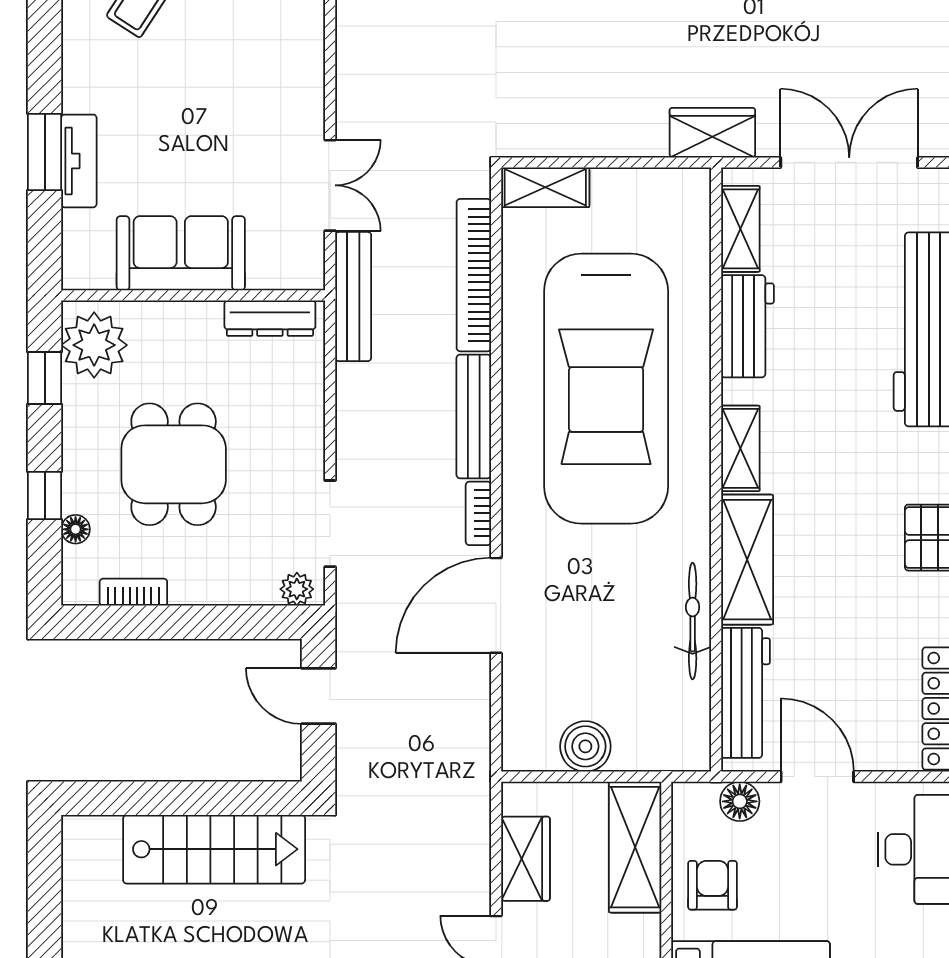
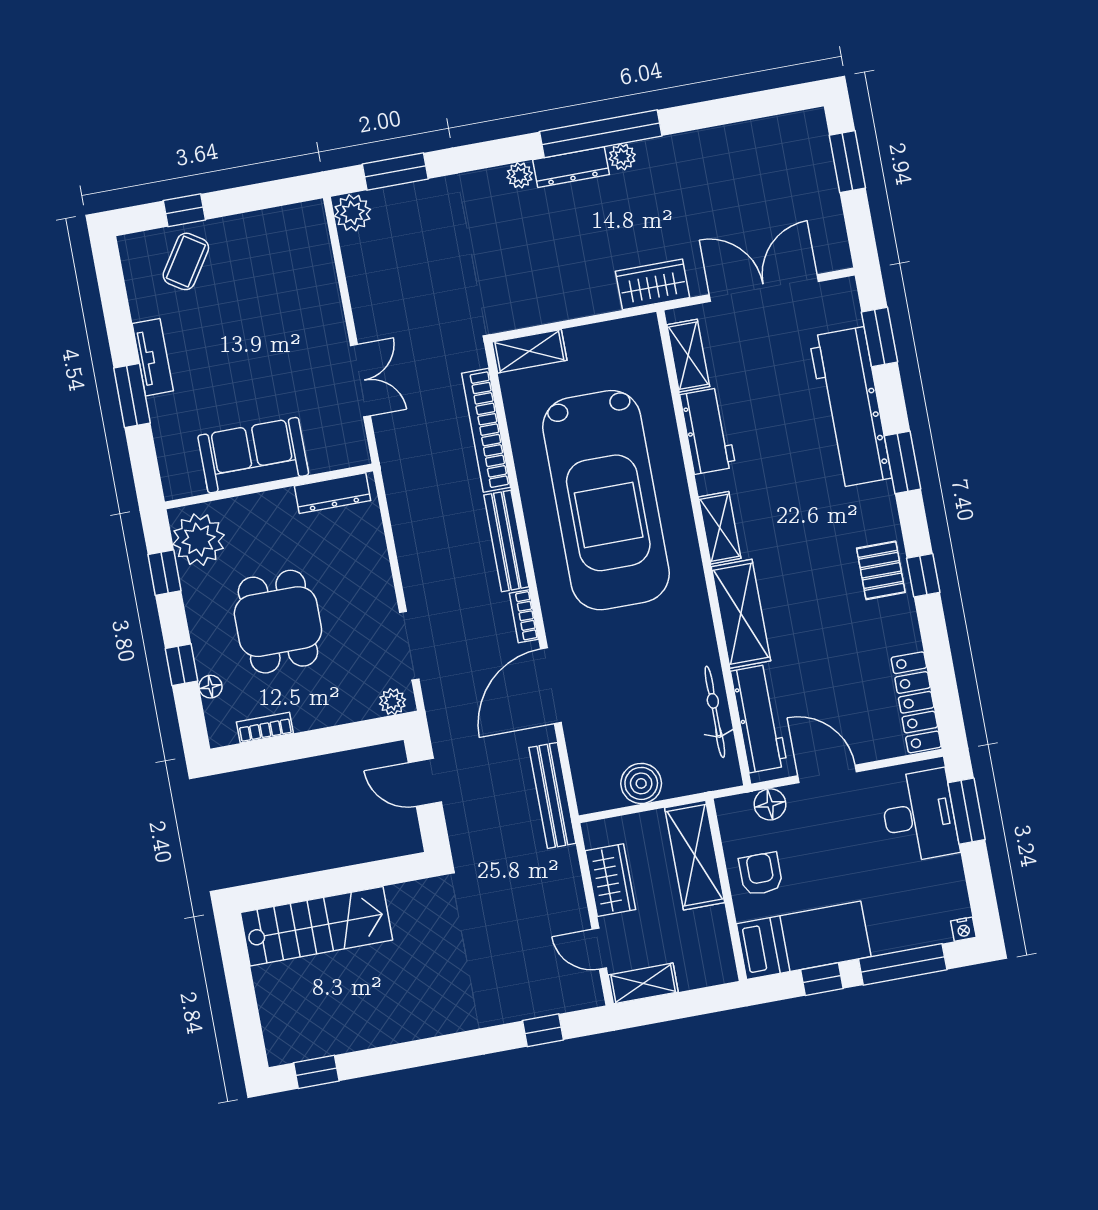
tv unit: (79, 161) -> (153, 357), moved
bench: (353, 297) -> (552, 795), moved
bicycle: (693, 621) -> (715, 712), moved
stairs: (214, 849) -> (317, 926), moved

